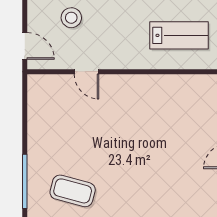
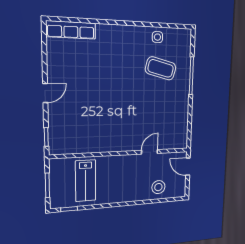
lab bench: (179, 35) -> (86, 181), turned -90
door: (87, 72) -> (149, 152), hinge flipped

